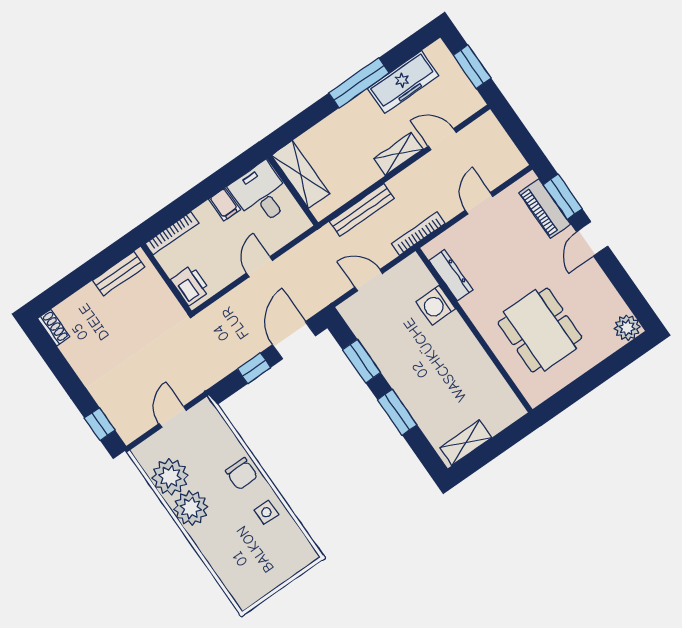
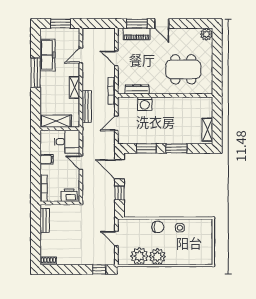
shelving: (398, 154) -> (75, 87), moved
desk: (261, 194) -> (67, 142), moved, turned 180

